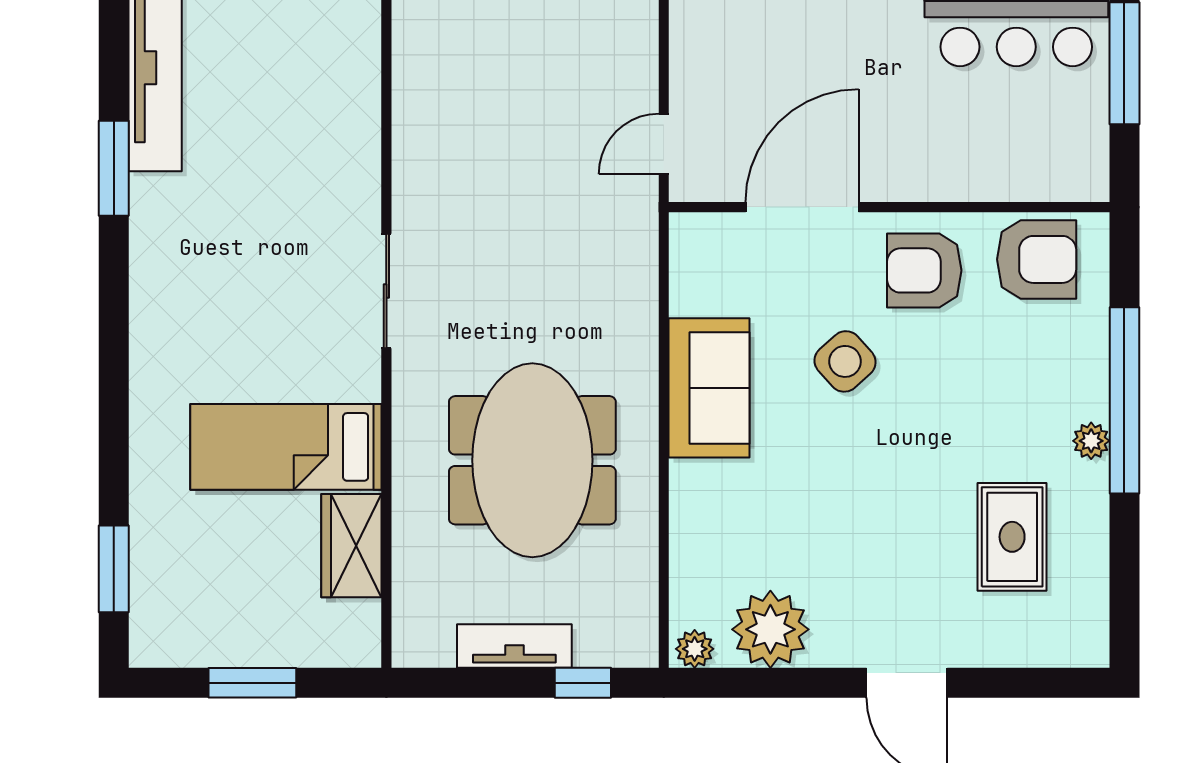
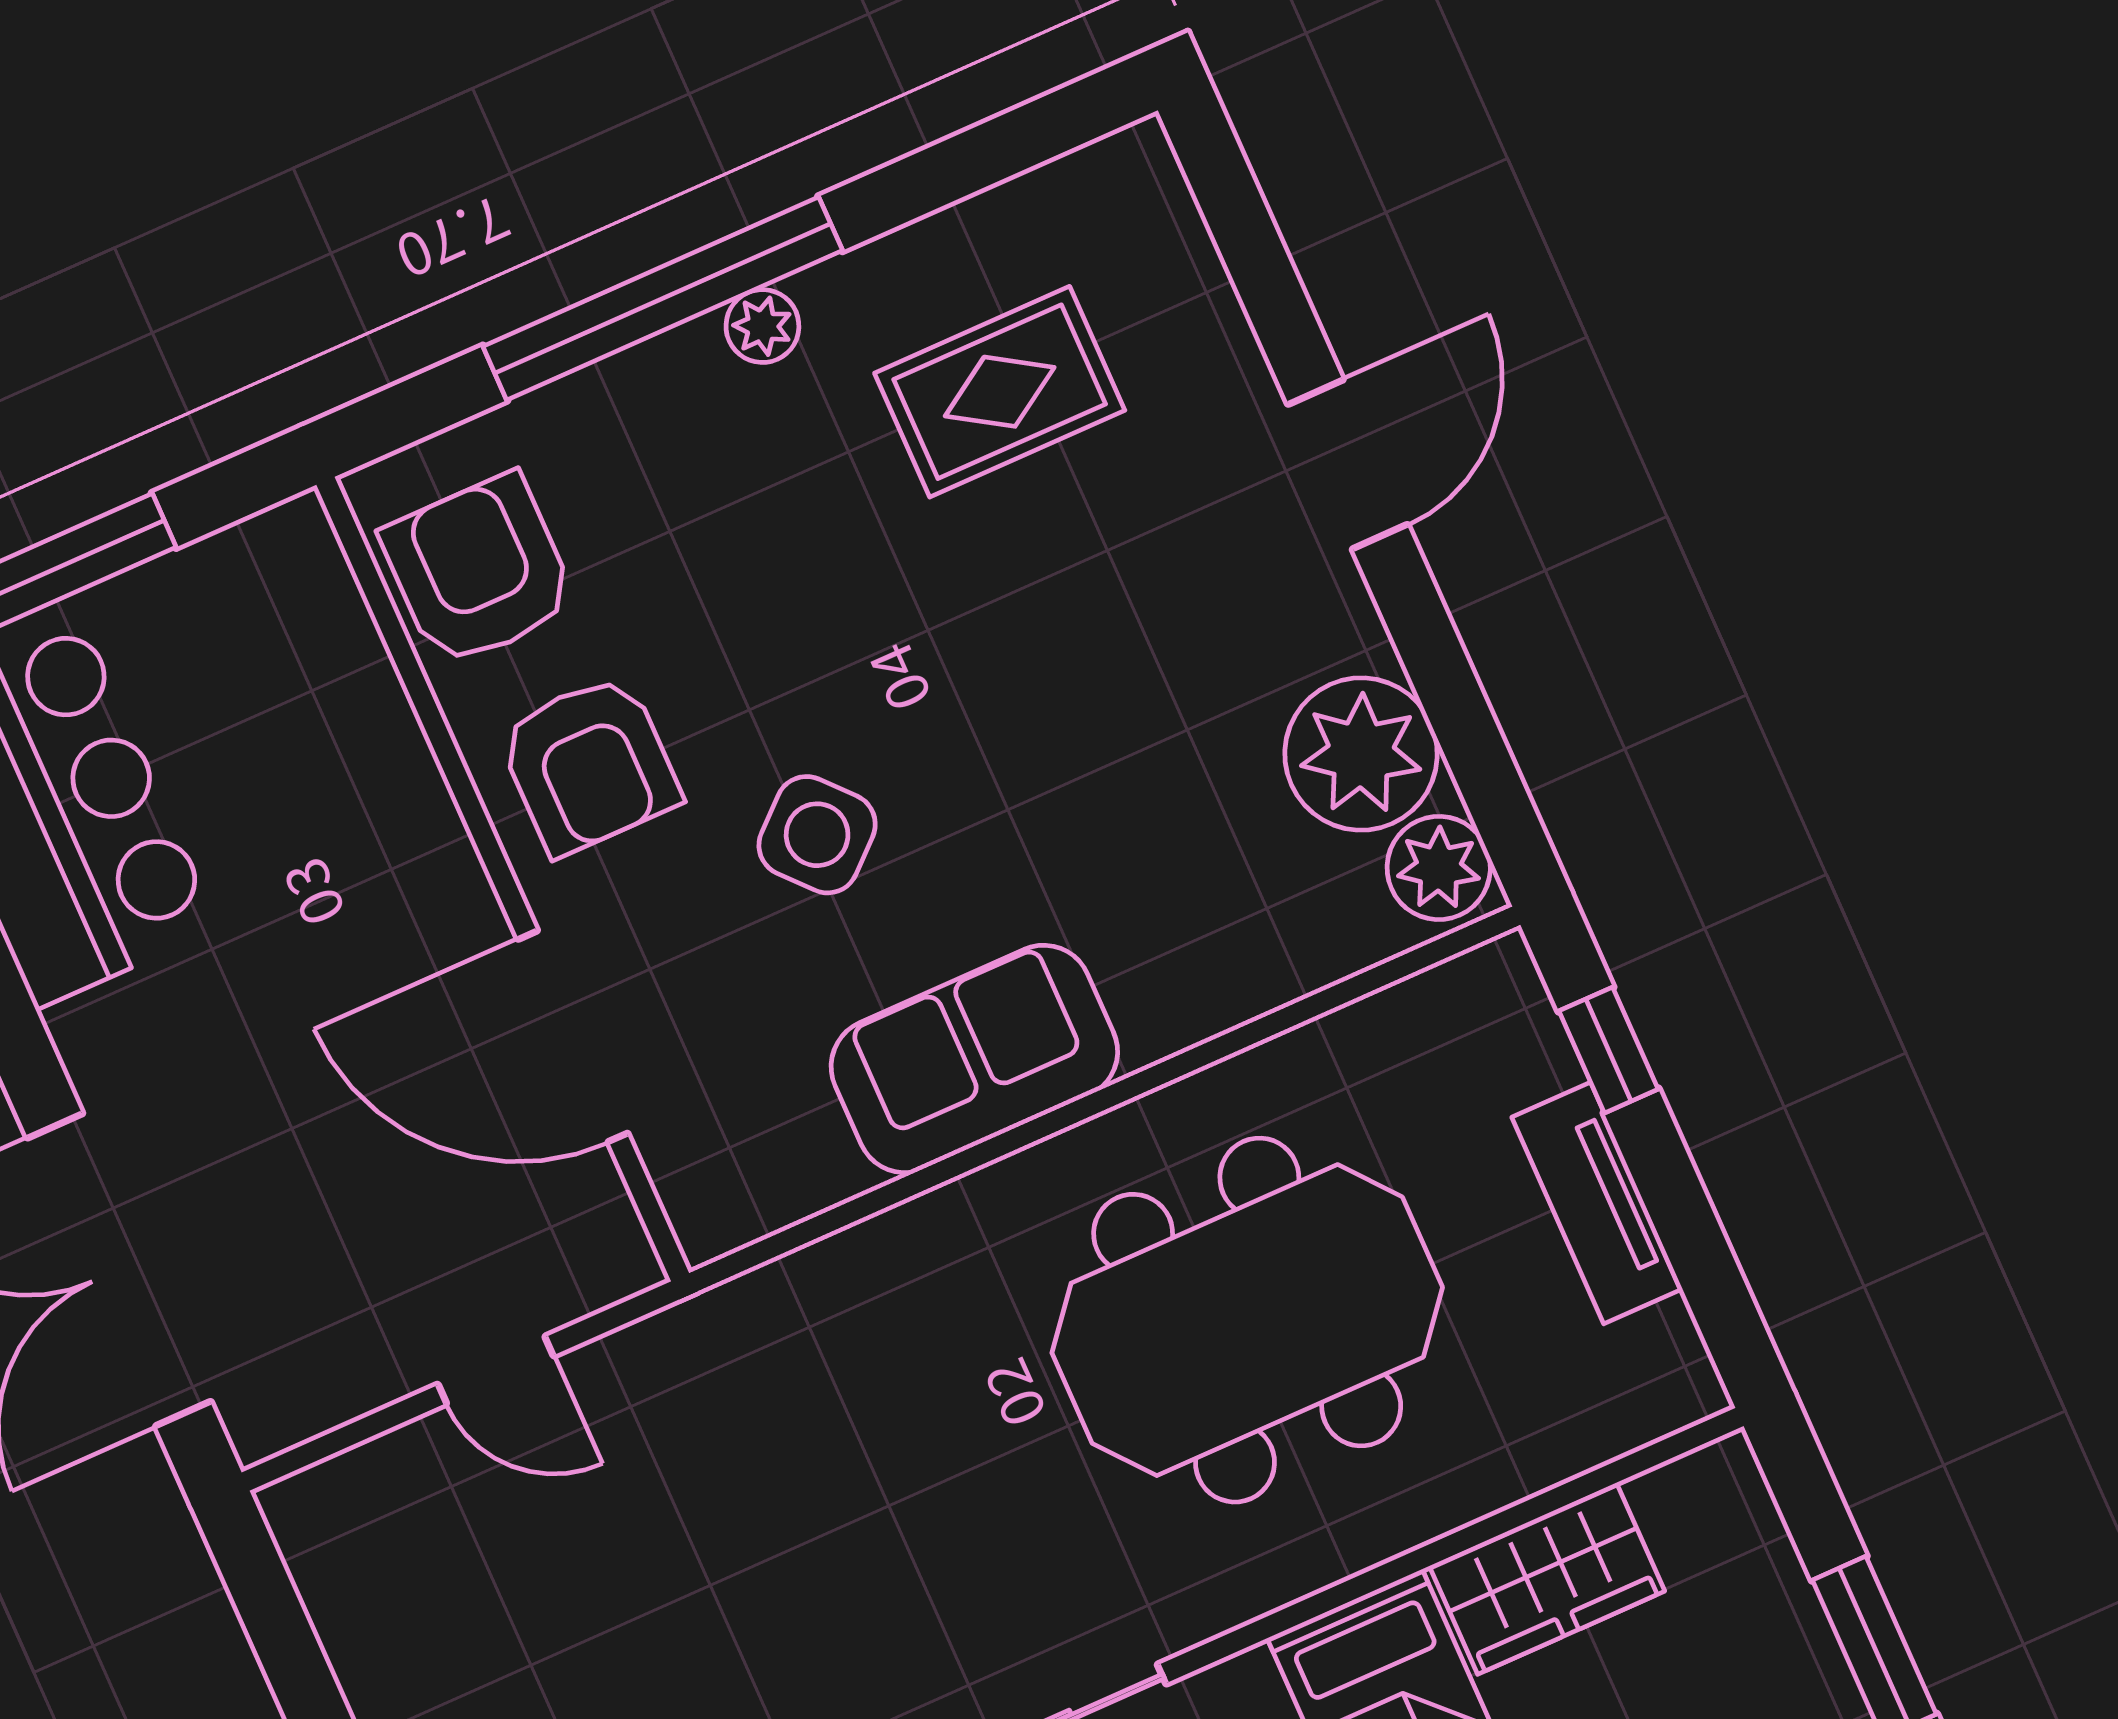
door: (664, 144) -> (496, 1370), moved
plant: (695, 649) -> (1439, 868), width x1.38, depth x1.38

